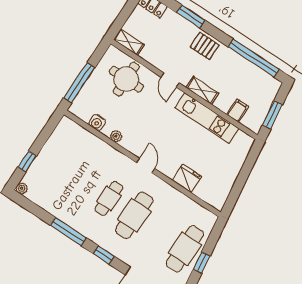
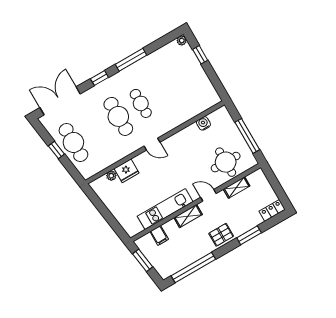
shelving: (129, 42) -> (237, 188), moved
window: (79, 83) -> (247, 136), moved
plant: (116, 136) -> (111, 176), moved

